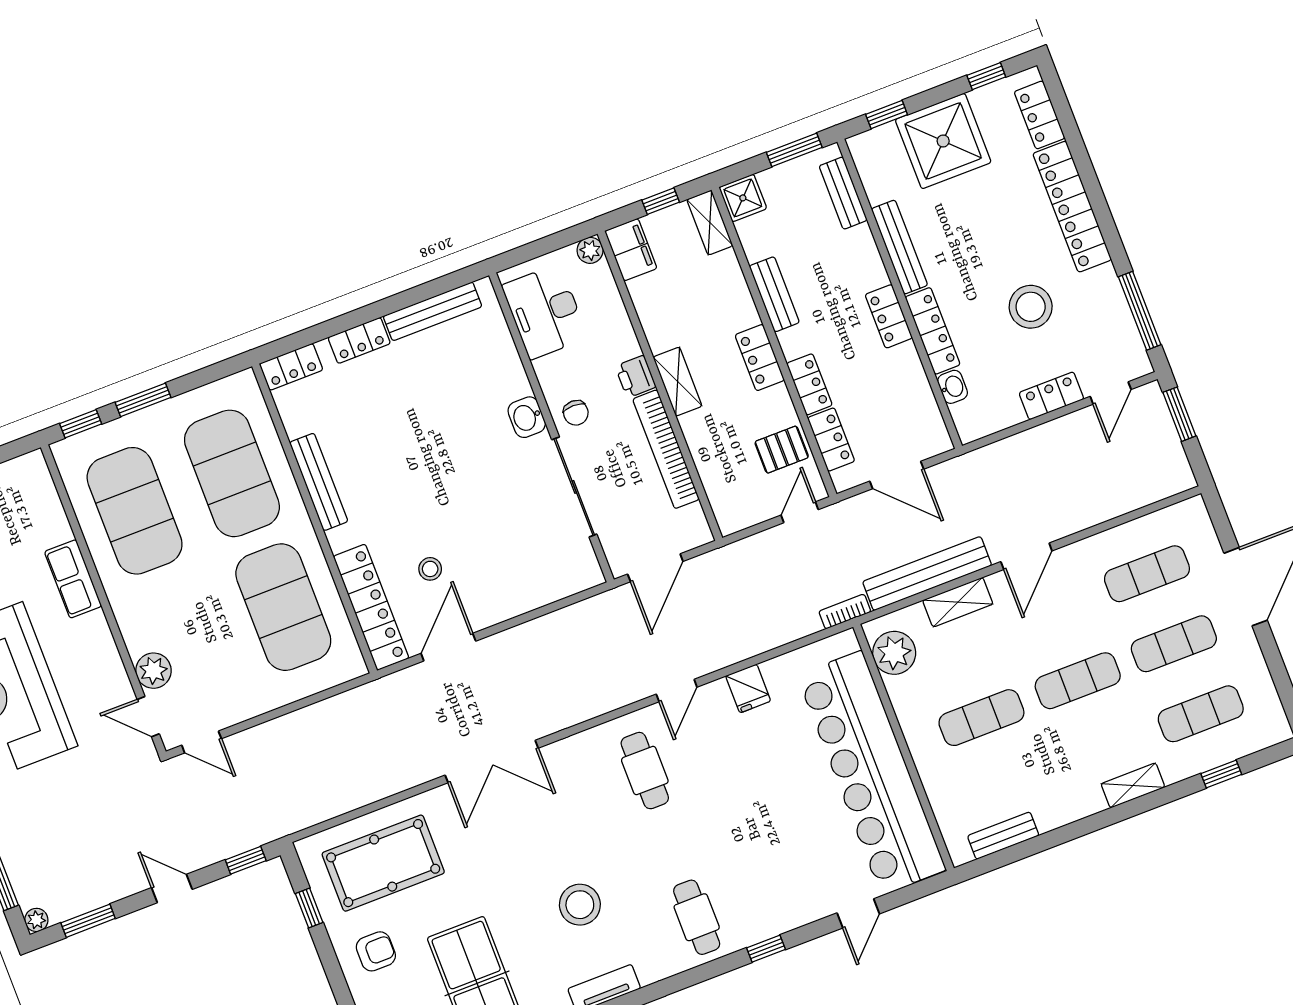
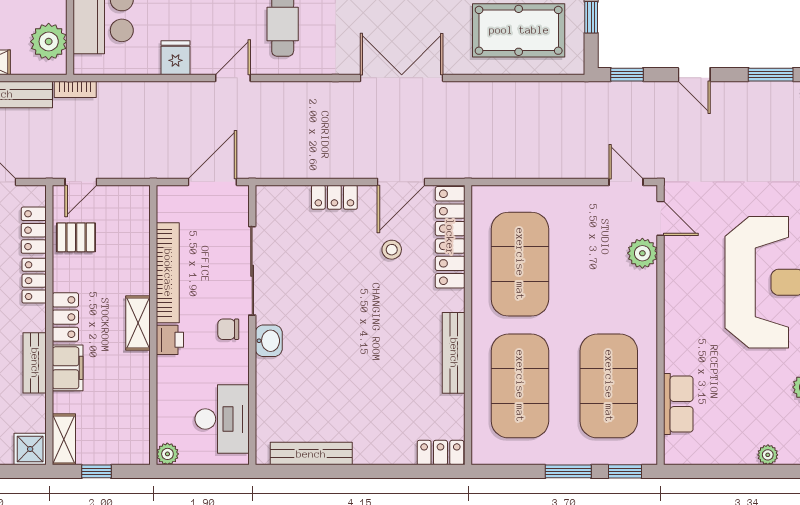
filing cabinet: (631, 250) -> (68, 368), moved, turned 180
locker: (359, 340) -> (334, 197), moved, turned 180
chair: (576, 413) -> (228, 329), turned -90
row of seats: (73, 579) -> (678, 404), moved

